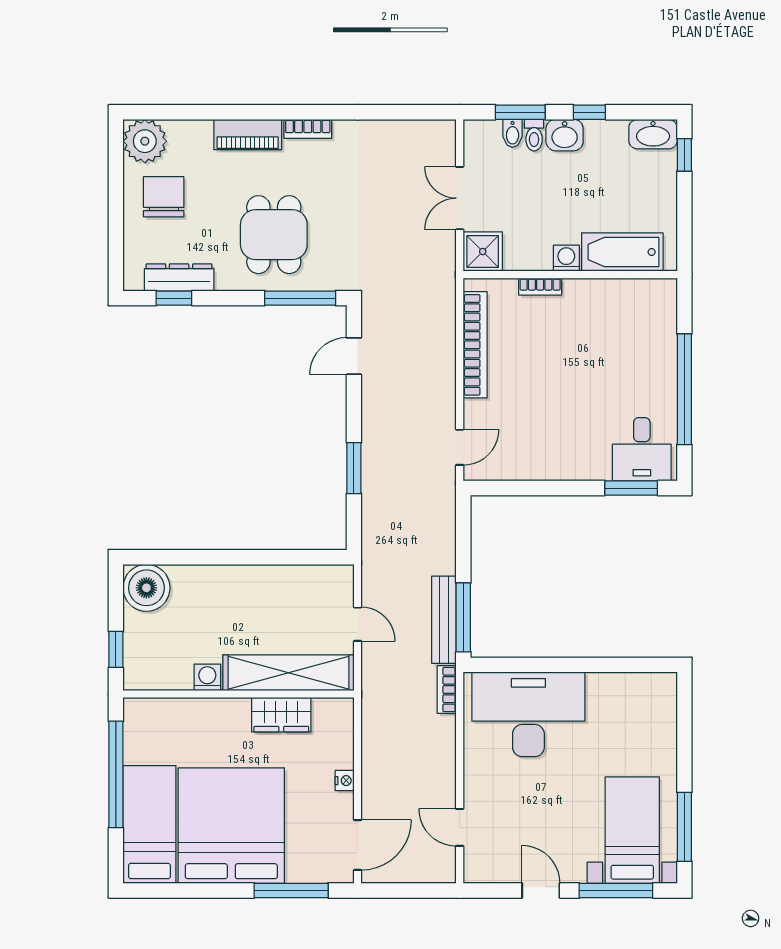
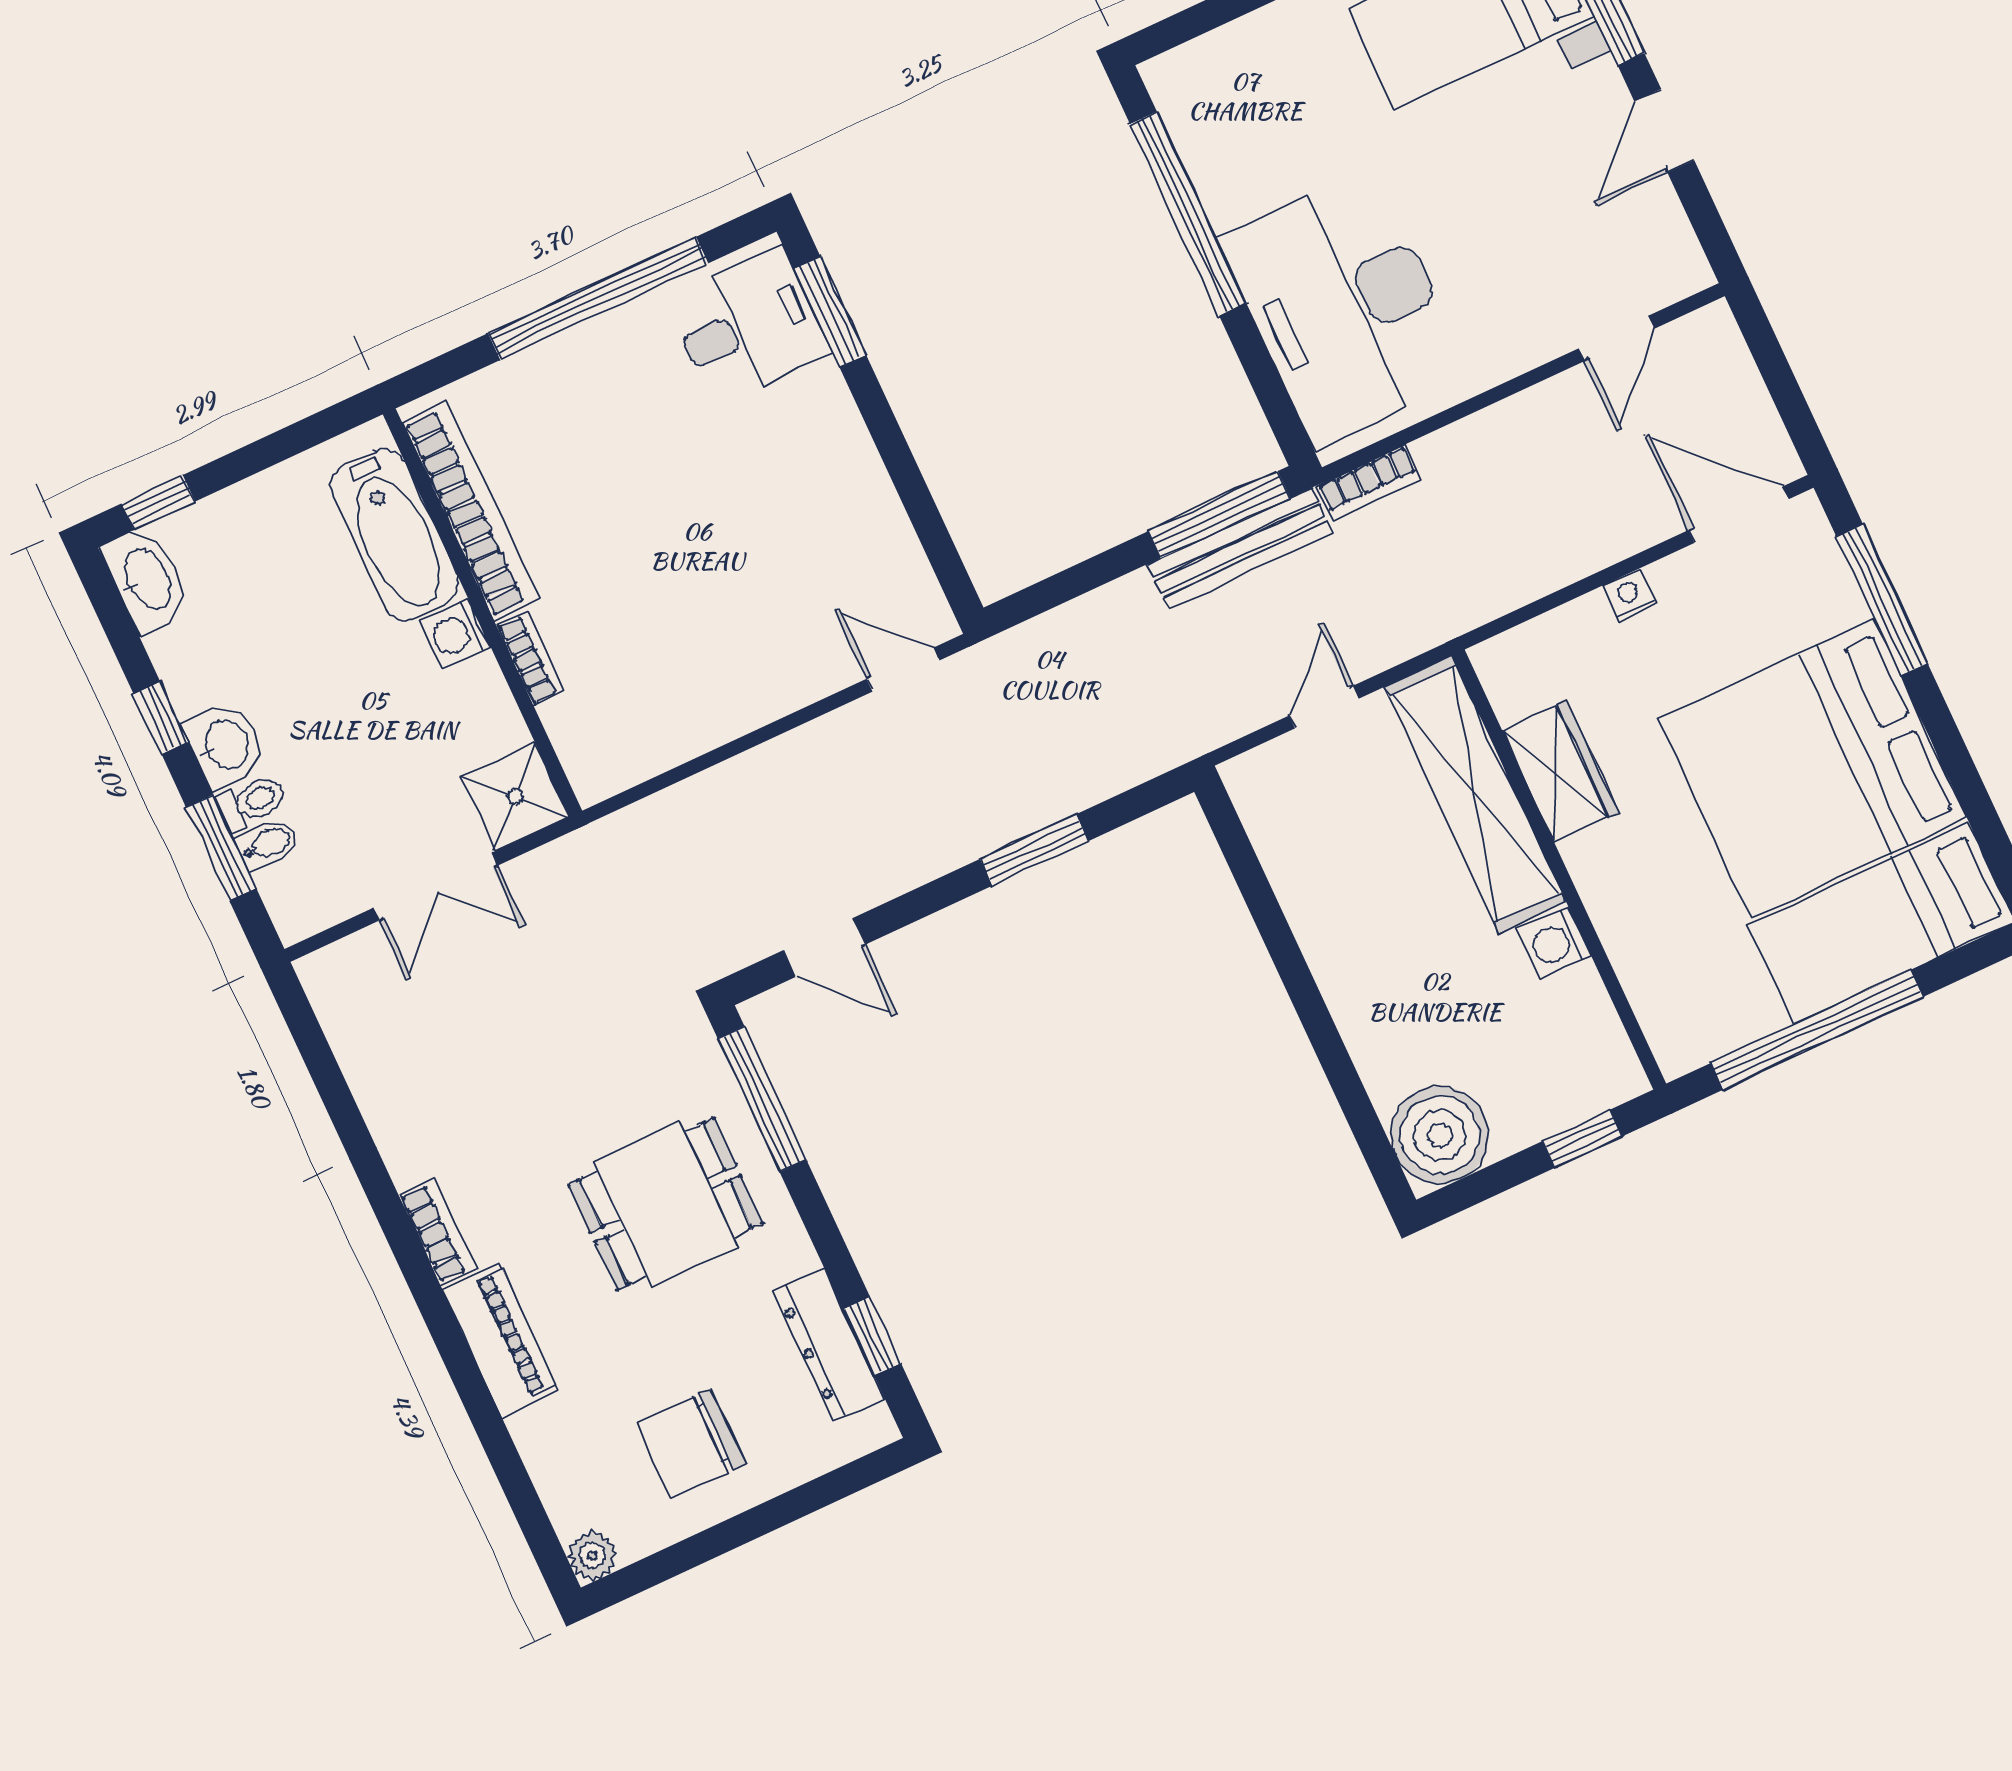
plant: (145, 141) -> (592, 1556), width x0.53, depth x0.53
bookcase: (475, 345) -> (471, 511), moved, turned 90
window: (601, 665) -> (1188, 214), added

